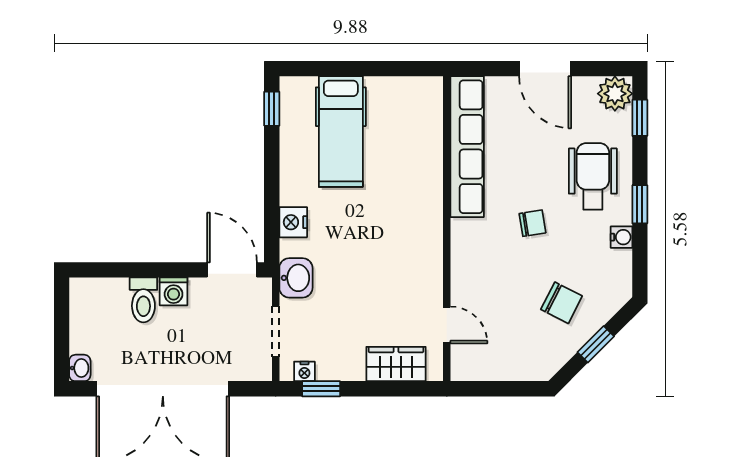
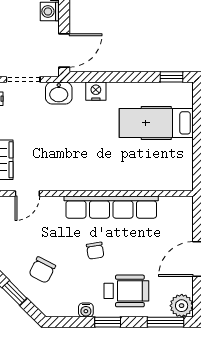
window: (640, 118) -> (165, 322), width x1.50
row of seats: (467, 147) -> (111, 207), moved

